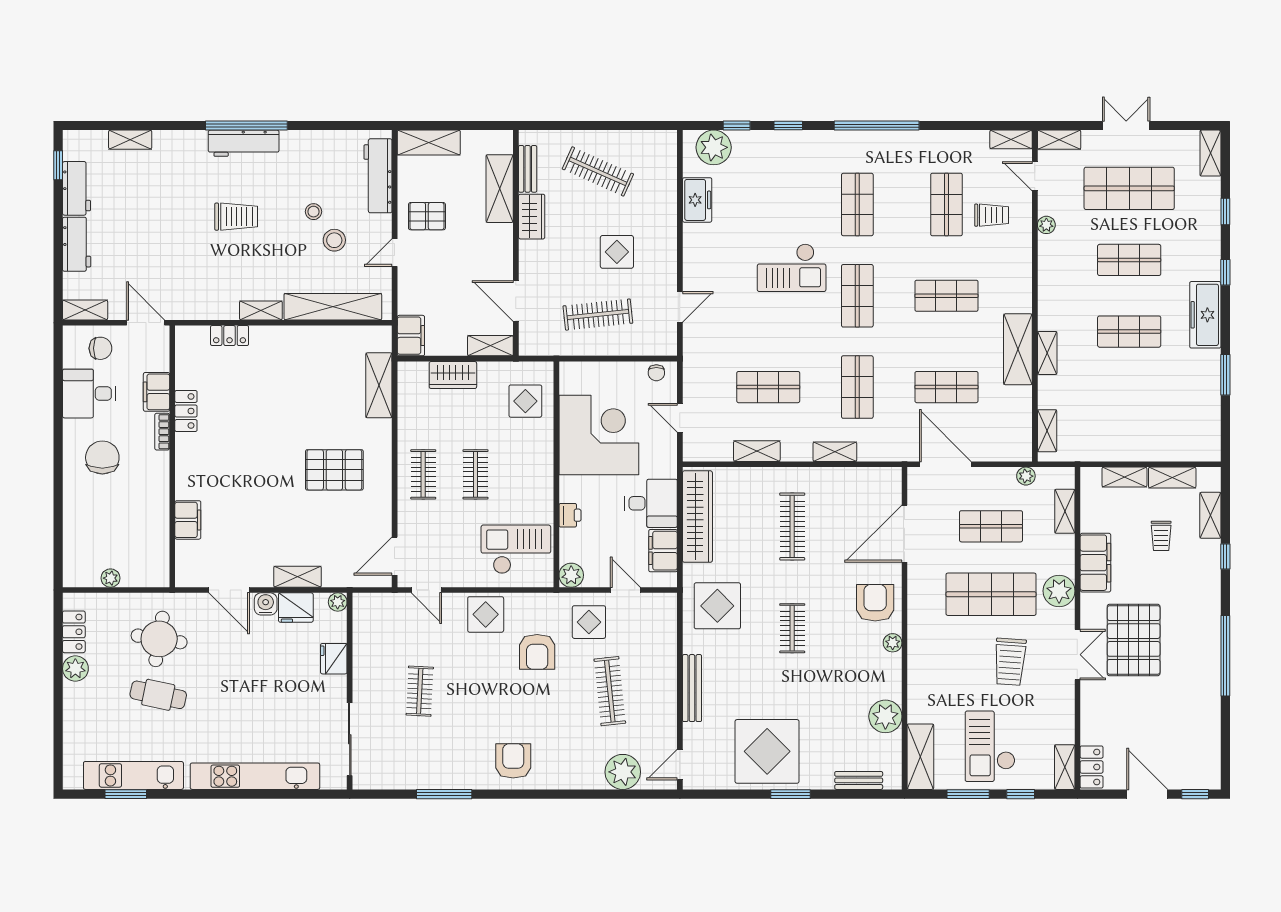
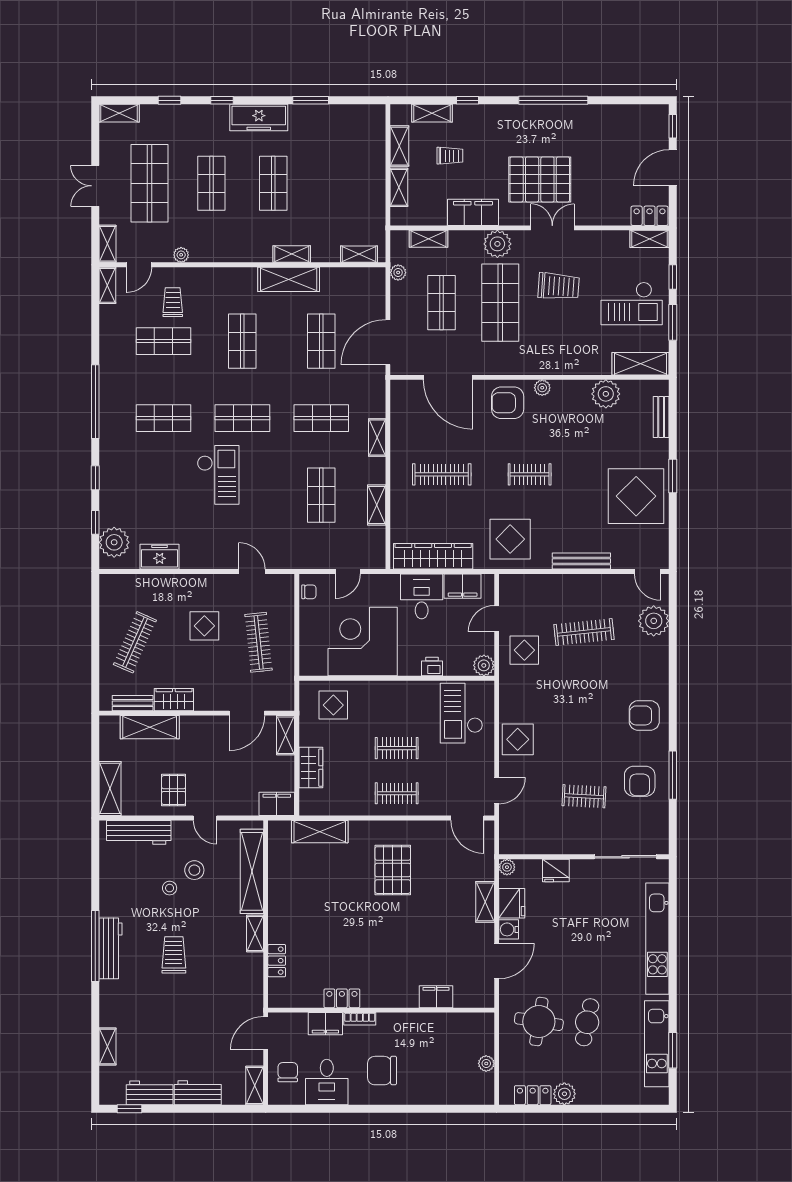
armchair: (537, 652) -> (640, 781), moved, turned 90

